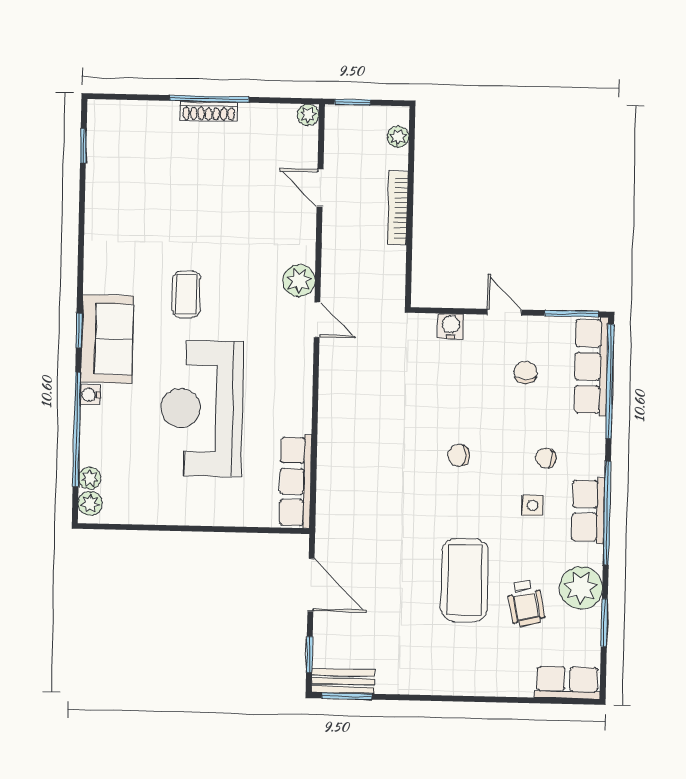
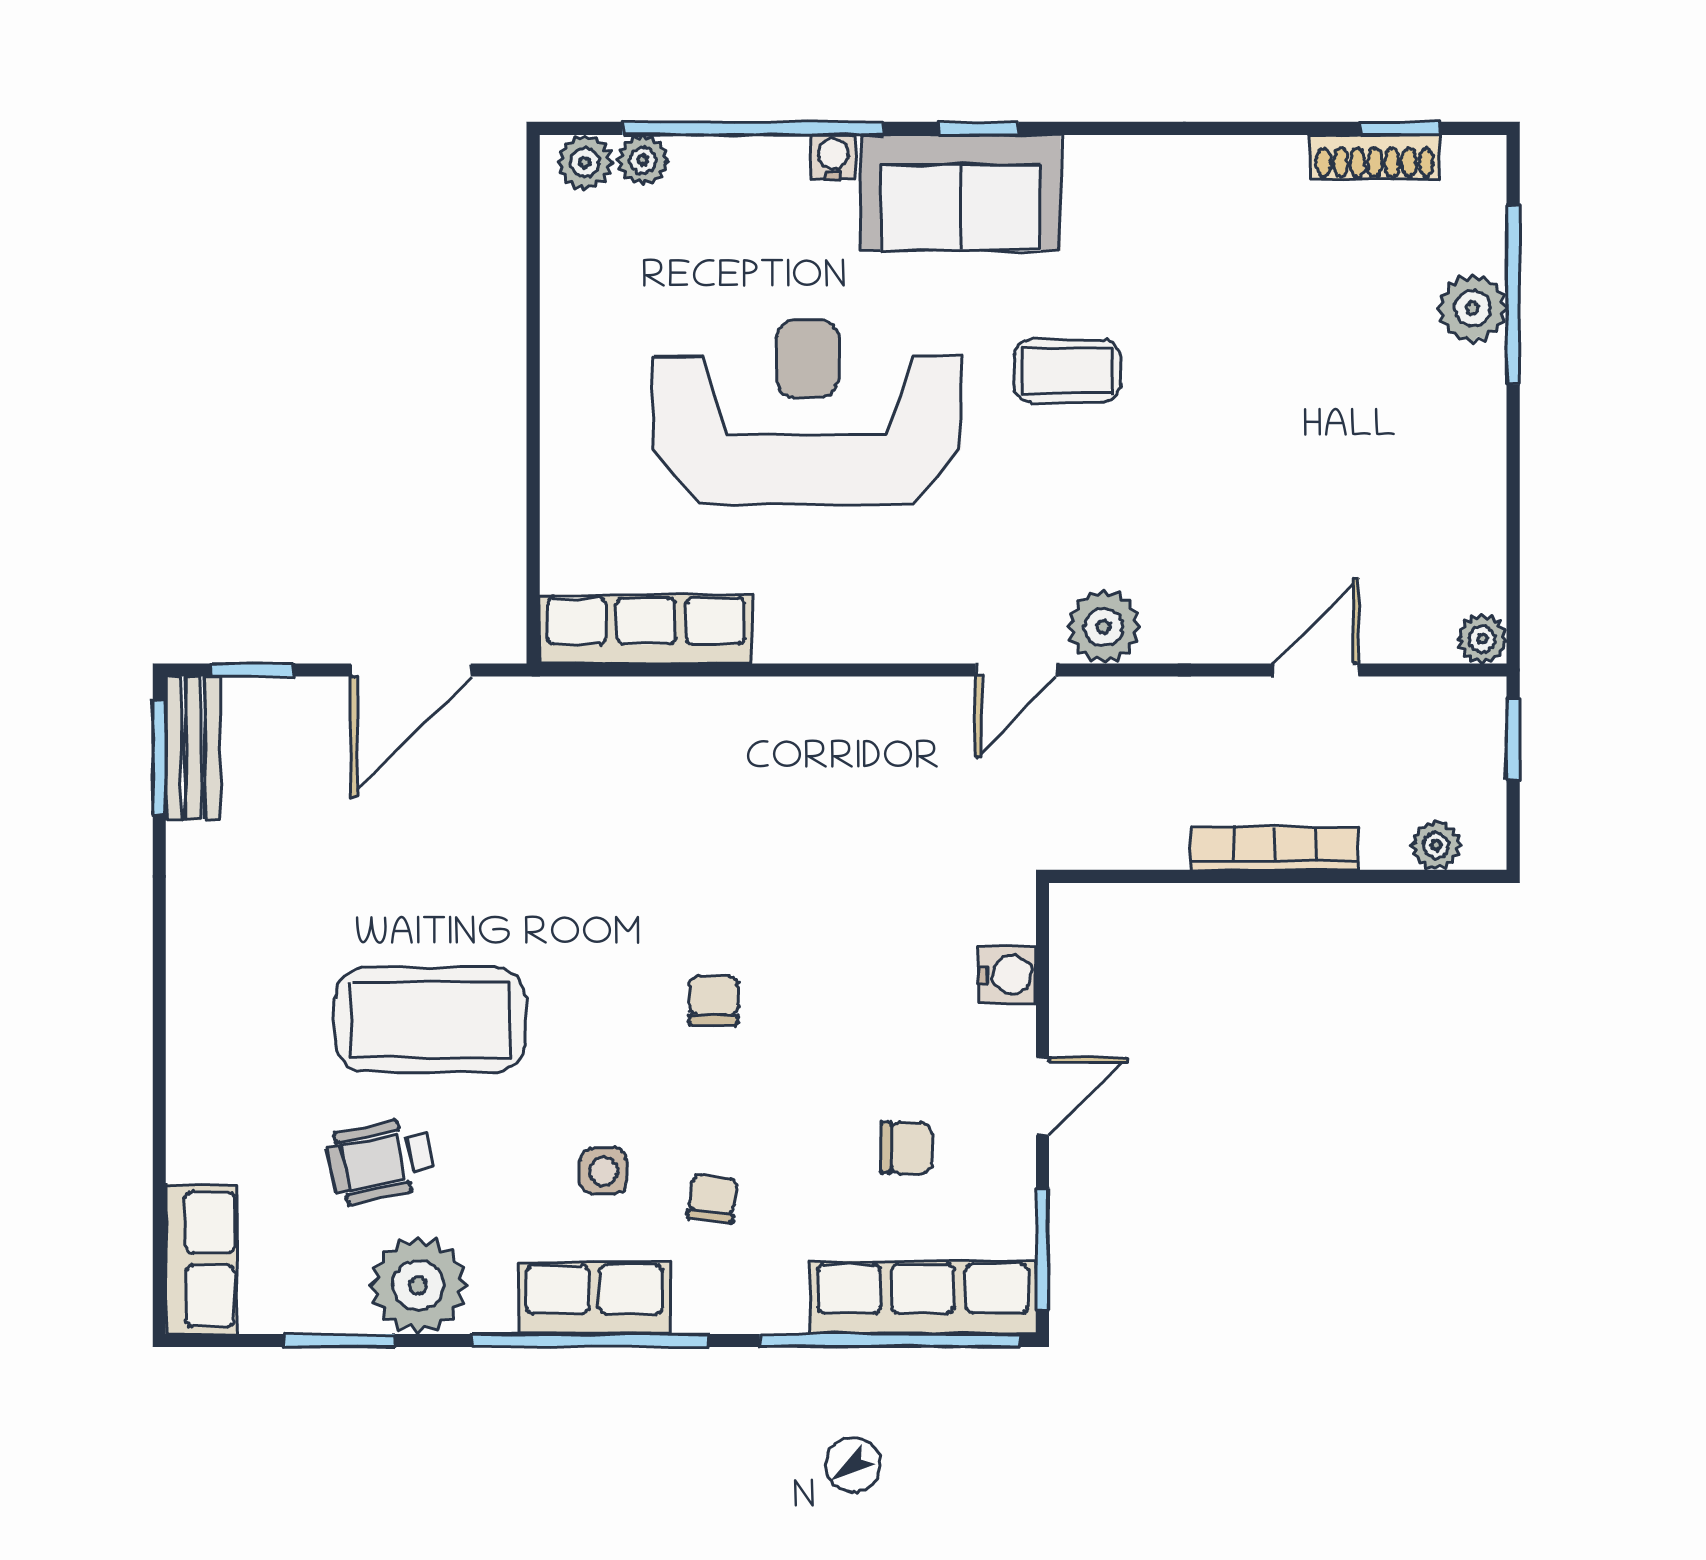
window: (209, 99) -> (1513, 295), moved
shoe rack: (209, 111) -> (1375, 157), moved, turned -90
plant: (163, 116) -> (1472, 308), added

